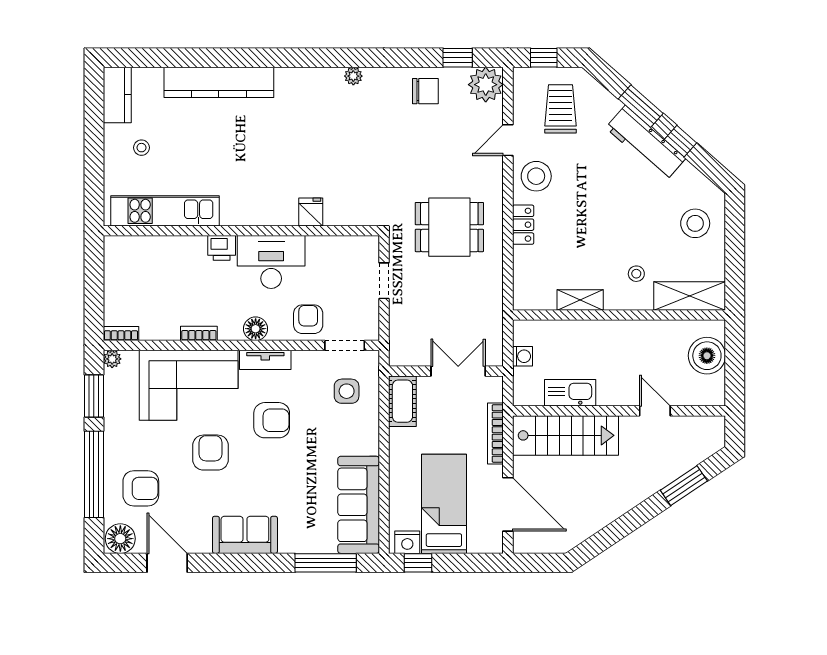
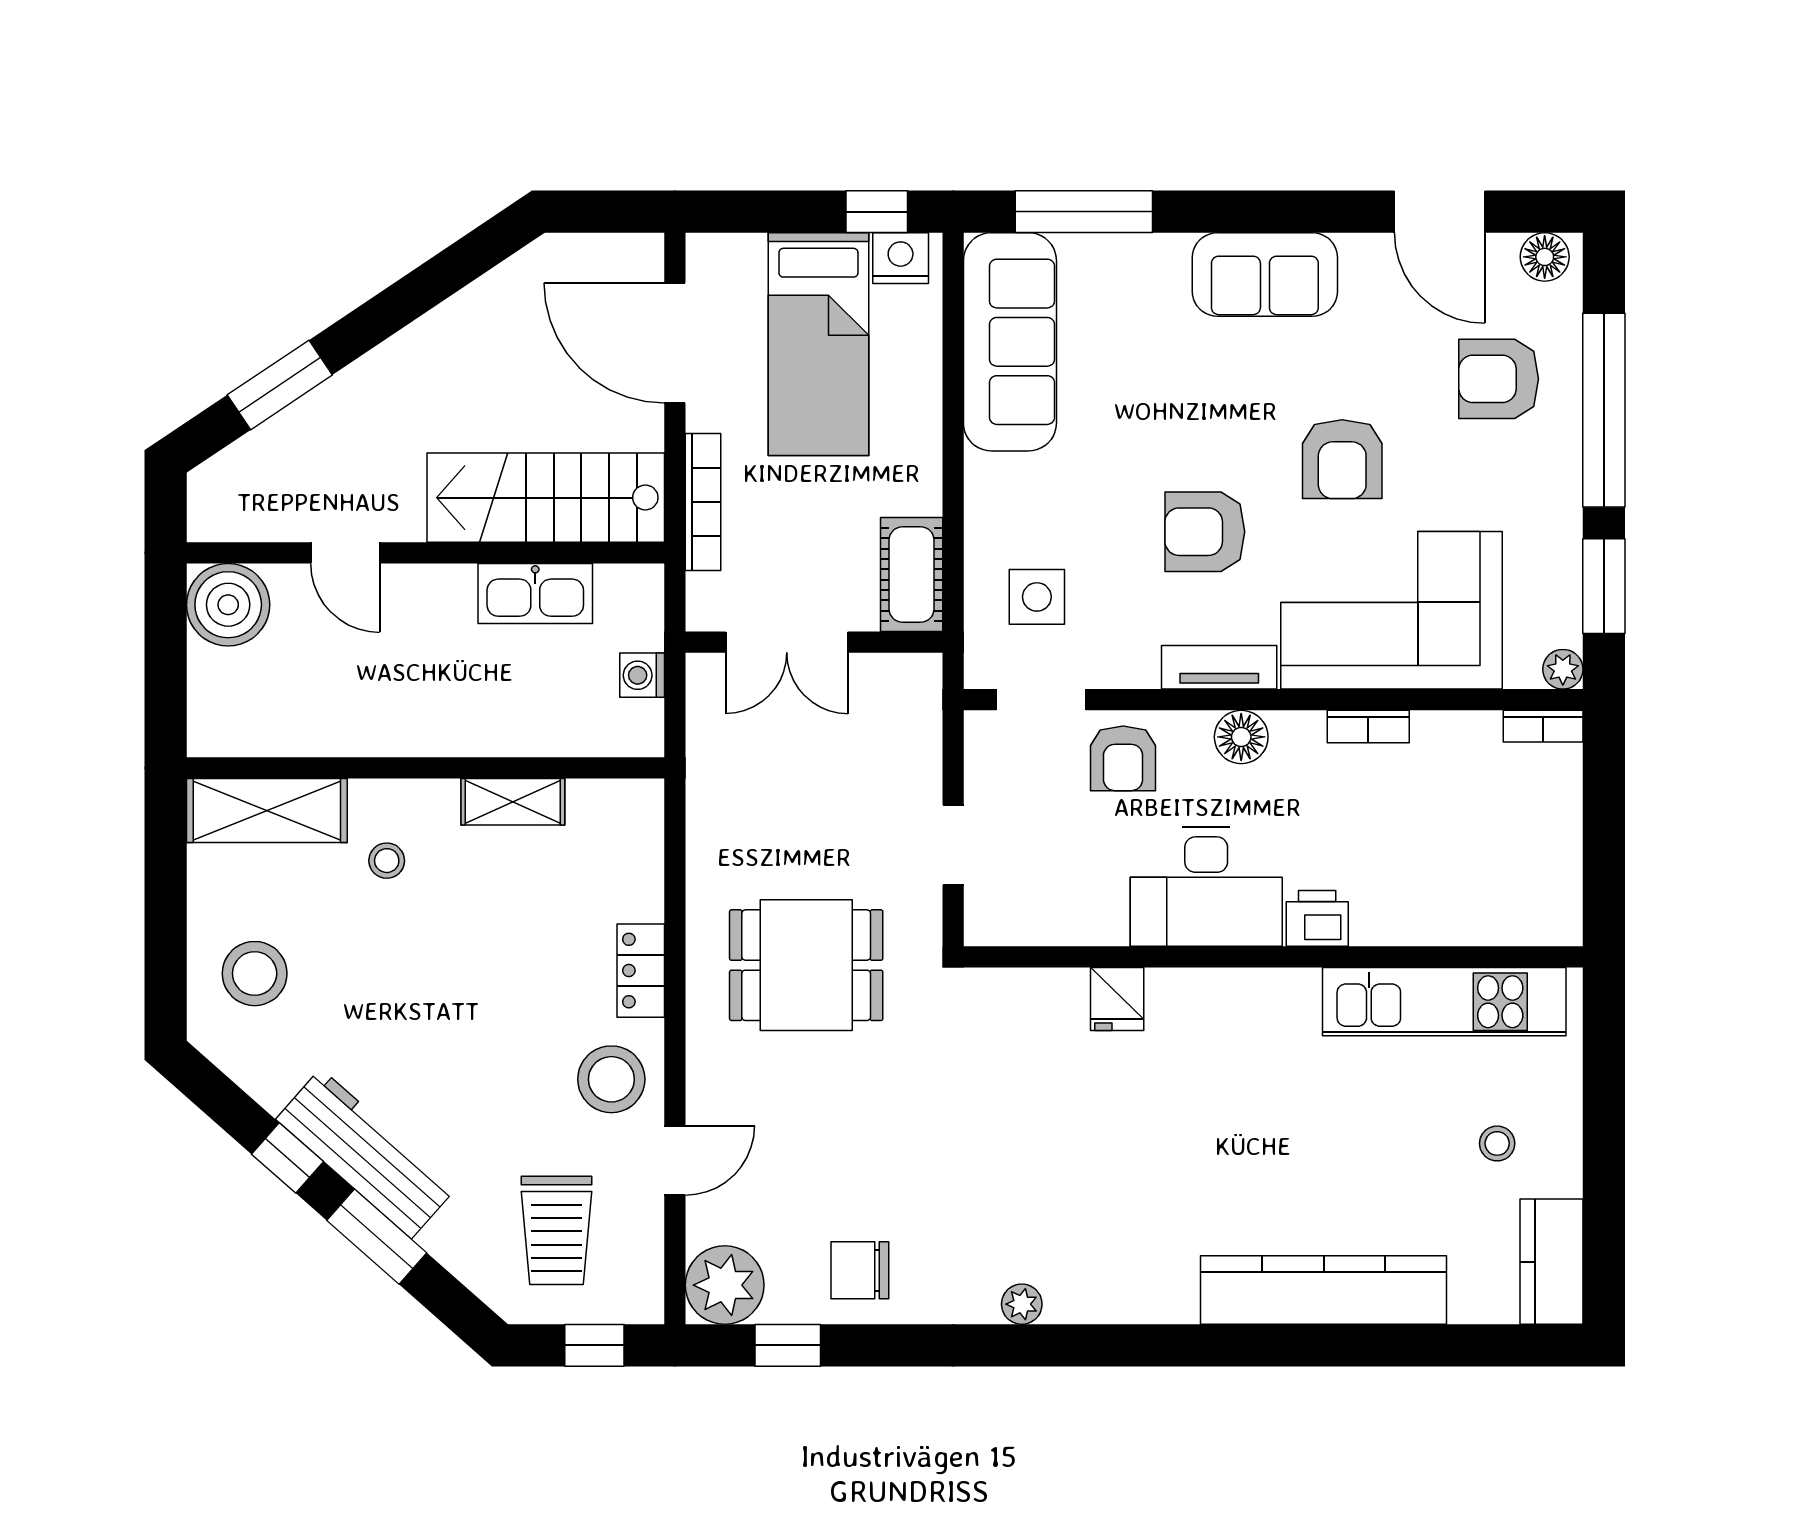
boiler: (707, 356) -> (228, 605), moved
floor lamp: (120, 539) -> (1545, 257), width x0.73, depth x0.73

